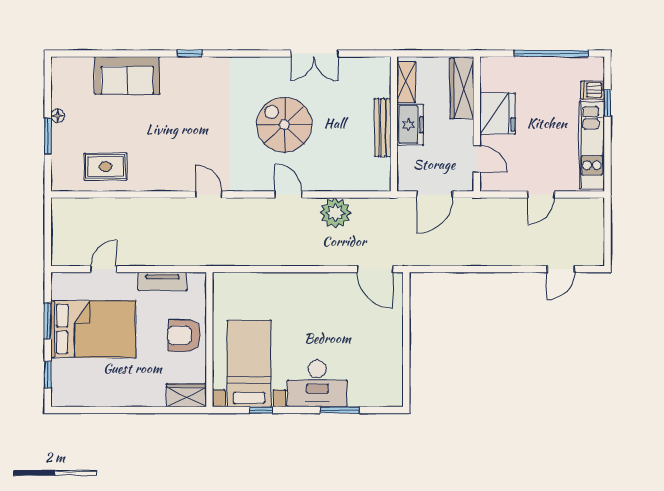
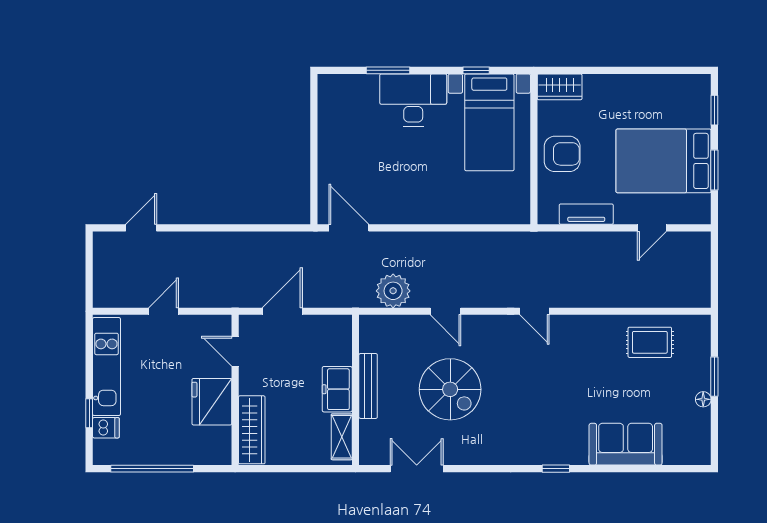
shelving: (406, 82) -> (342, 437), moved
wall: (394, 124) -> (355, 390), moved
freezer: (410, 125) -> (337, 389), moved
bench: (383, 128) -> (368, 386), moved

